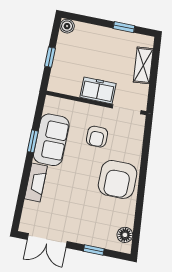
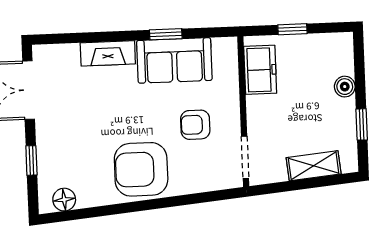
boiler: (67, 26) -> (345, 87), moved
freezer: (98, 90) -> (260, 70), moved

